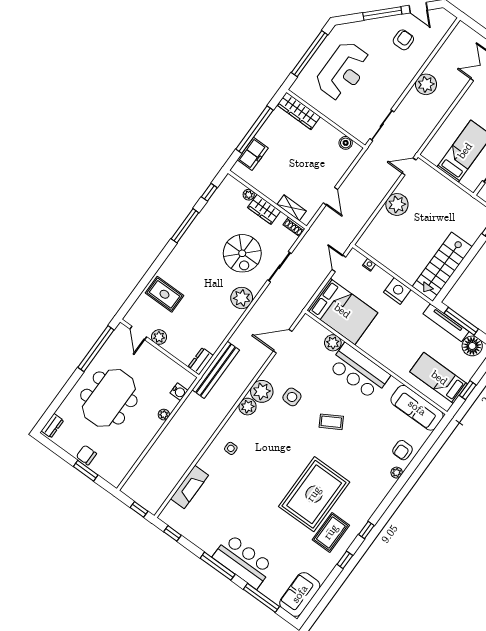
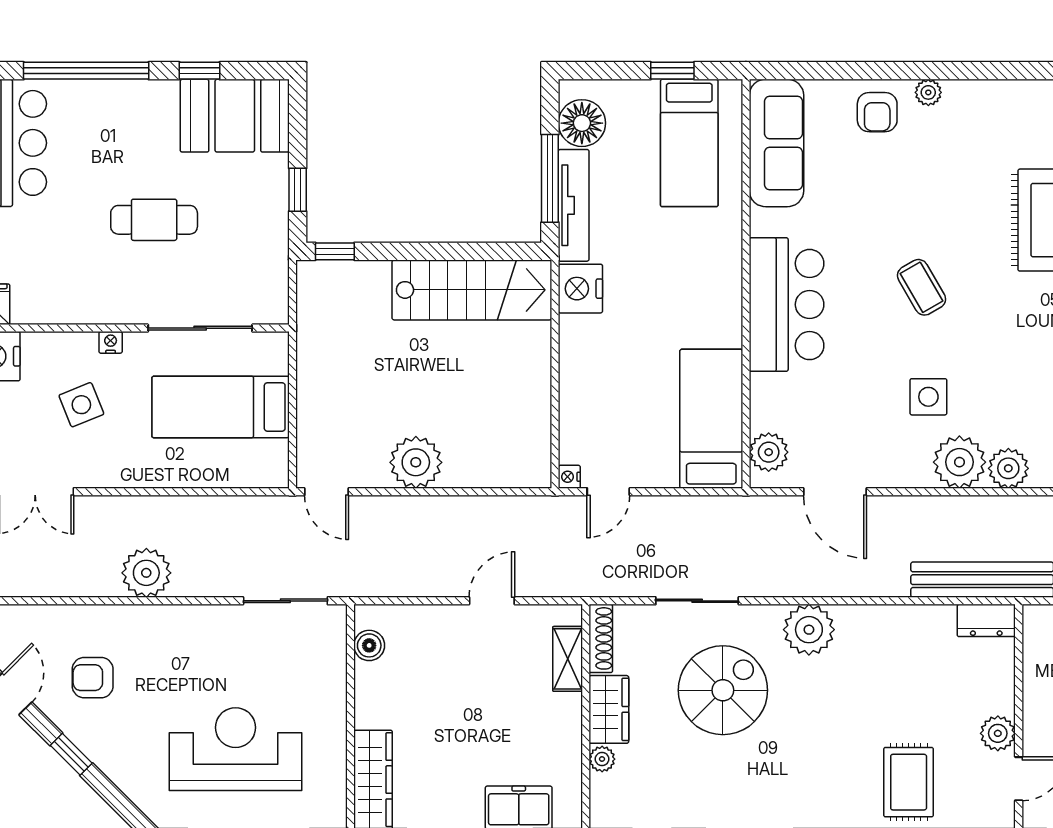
window: (382, 13) -> (71, 754), width x0.46
shoe rack: (294, 227) -> (601, 638), width x1.43
nightstand: (369, 265) -> (569, 477), moved
nightstand: (397, 291) -> (580, 289), moved
bed: (342, 311) -> (711, 419), width x0.67
plant: (333, 343) -> (769, 452), moved
armchair: (403, 450) -> (877, 112), turned 90

